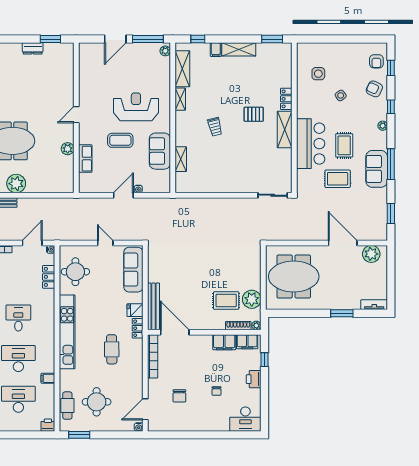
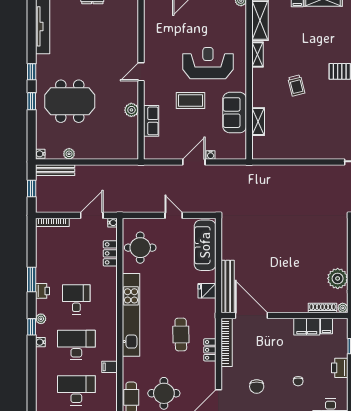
plant: (16, 184) -> (69, 154), width x0.53, depth x0.53
rug: (226, 301) -> (309, 280), removed
locker: (138, 328) -> (210, 350), moved
filing cabinet: (247, 342) -> (327, 326), width x0.50

